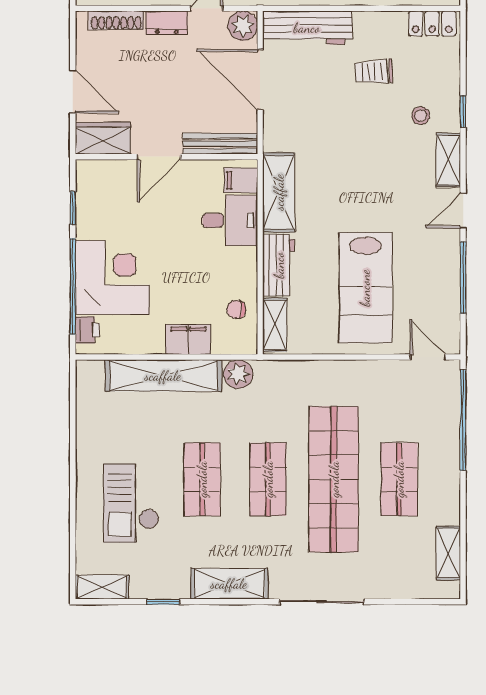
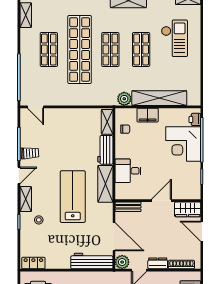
trolley: (374, 72) -> (30, 153), moved
bench: (220, 144) -> (128, 207), width x0.73
filing cabinet: (241, 180) -> (123, 190), removed
lab bench: (365, 288) -> (73, 197), moved

